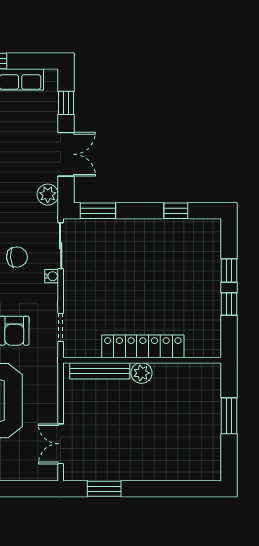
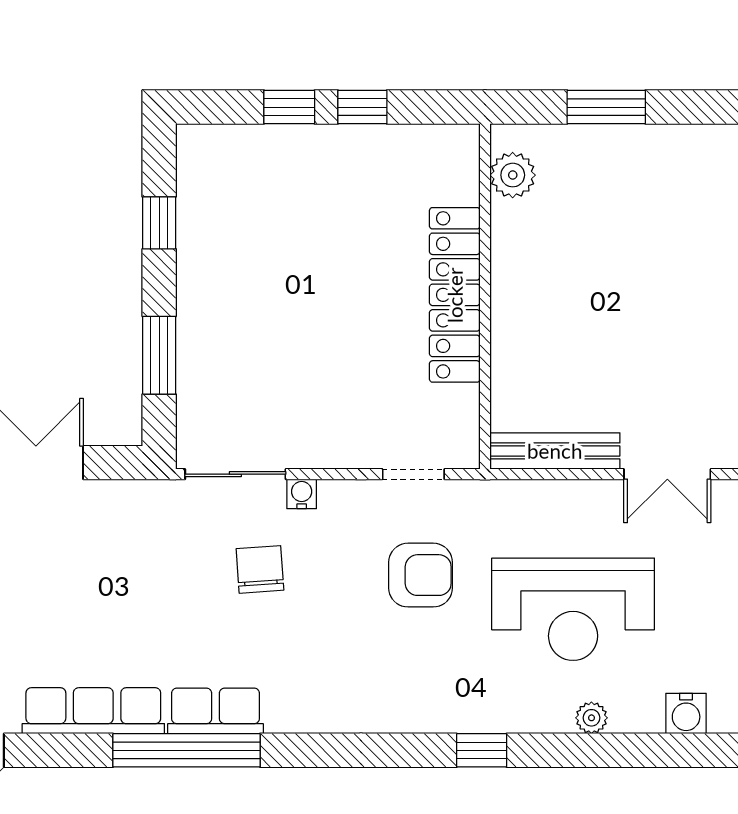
plant: (48, 195) -> (124, 502), removed
window: (98, 211) -> (159, 355), moved
bench: (100, 371) -> (555, 451), moved, turned 90
plant: (142, 373) -> (513, 175), moved

